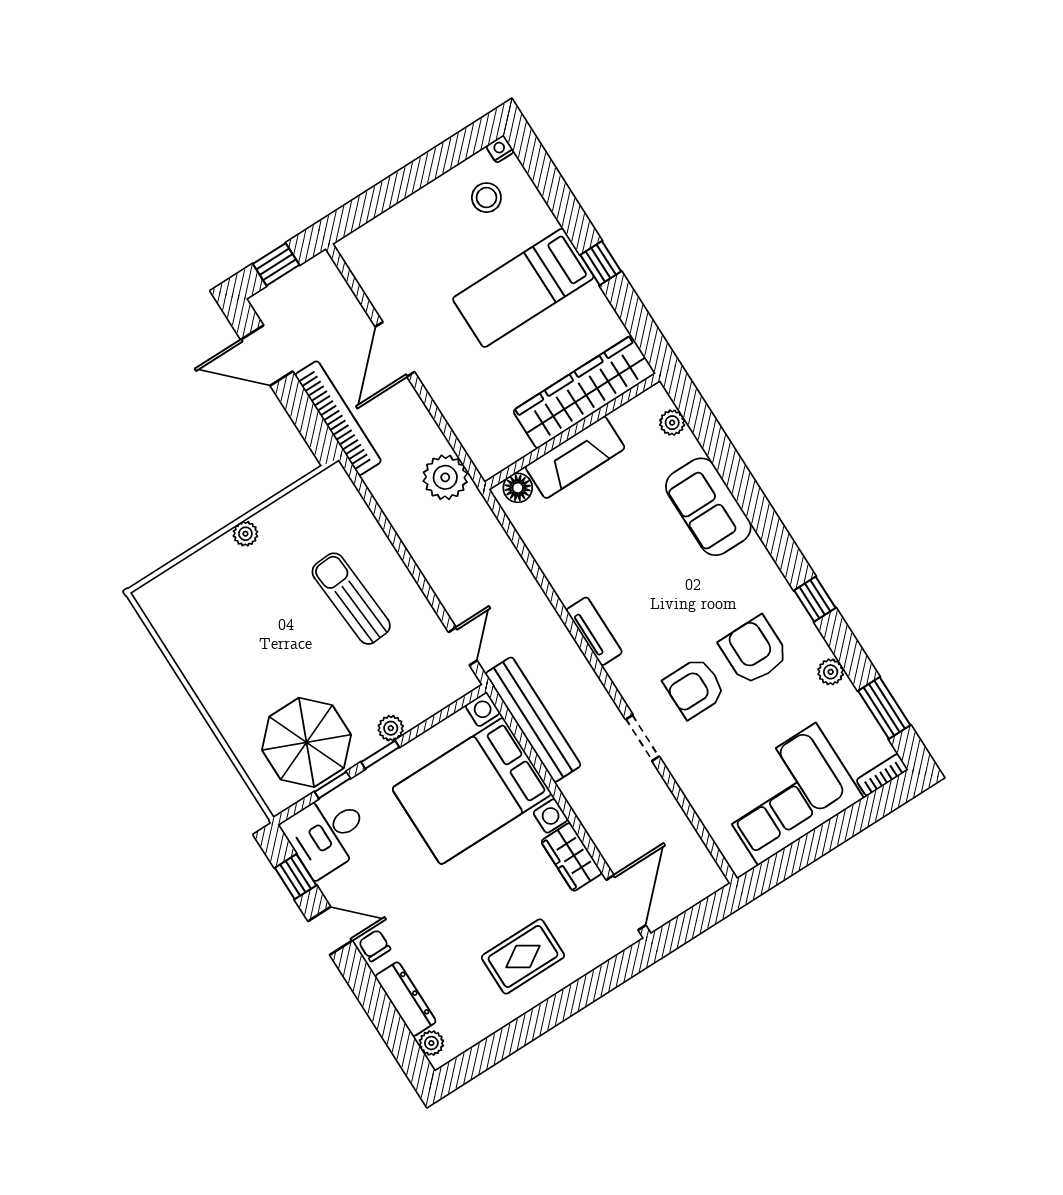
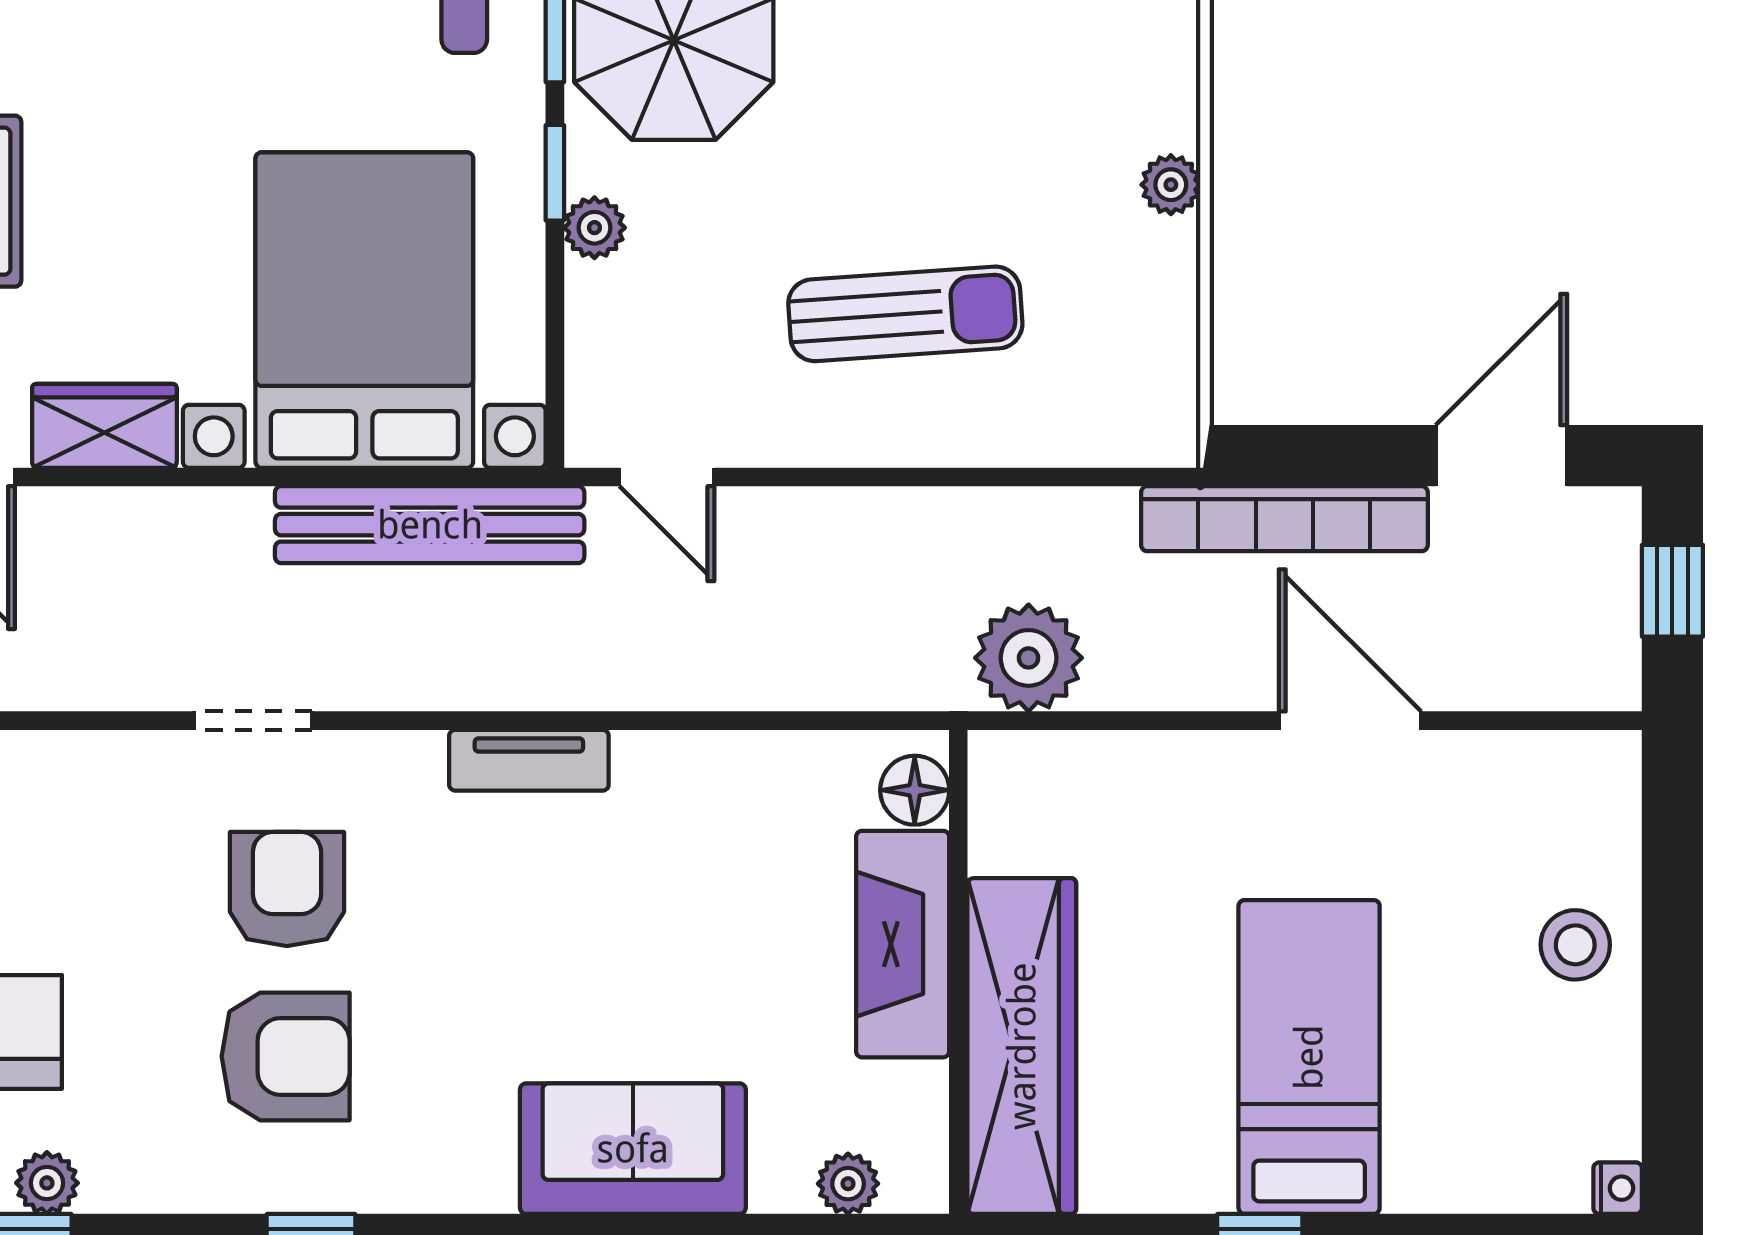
stool: (486, 198) -> (1575, 945), moved
plant: (831, 672) -> (47, 1183), moved

